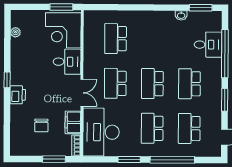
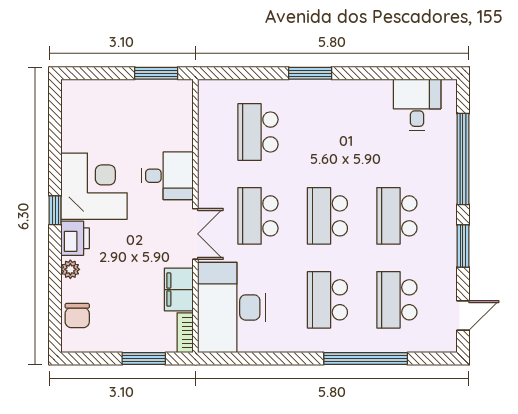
window: (201, 8) -> (310, 73), moved
washbasin: (181, 15) -> (381, 88), removed
corner desk: (63, 30) -> (94, 186), moved, turned 180
plant: (15, 32) -> (70, 269), moved
desk: (208, 45) -> (417, 105), moved, turned -90
chair: (41, 125) -> (77, 315), moved
window: (129, 160) -> (285, 359), removed

